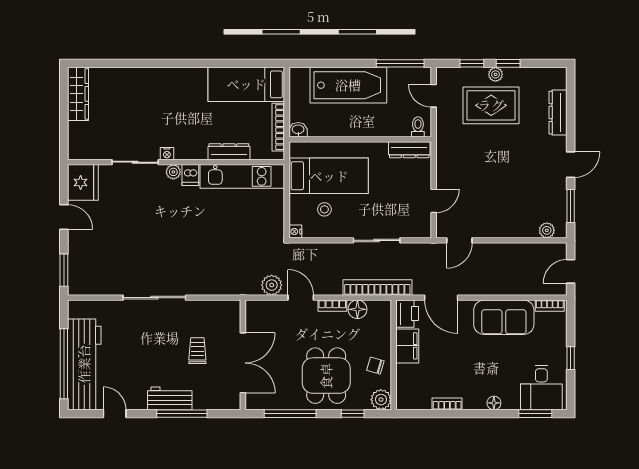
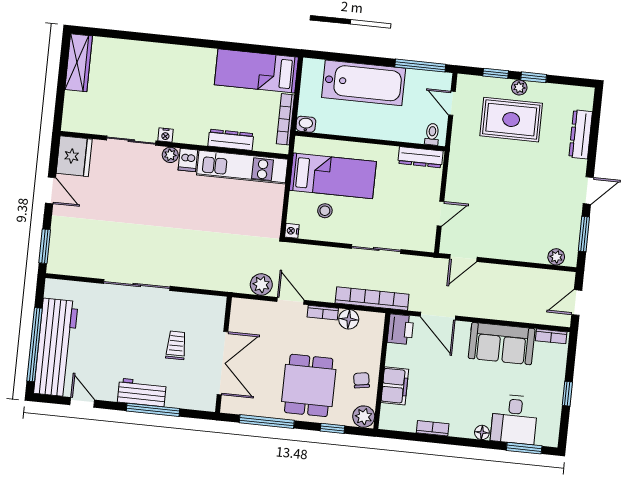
filing cabinet: (407, 346) -> (395, 386), moved
chair: (375, 366) -> (361, 380), turned 64
desk: (541, 387) -> (514, 419), moved

